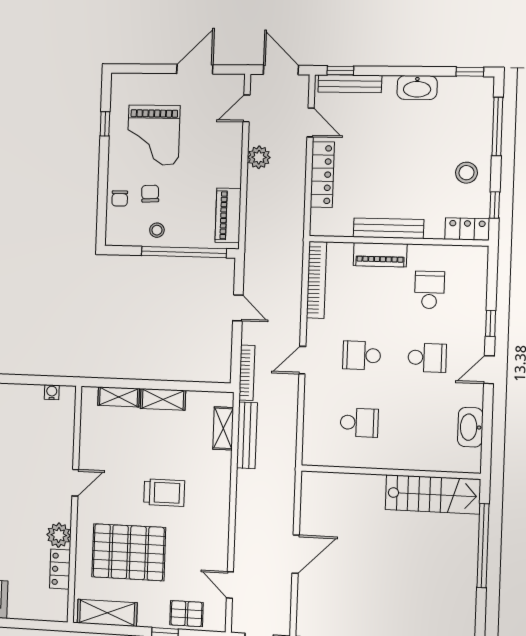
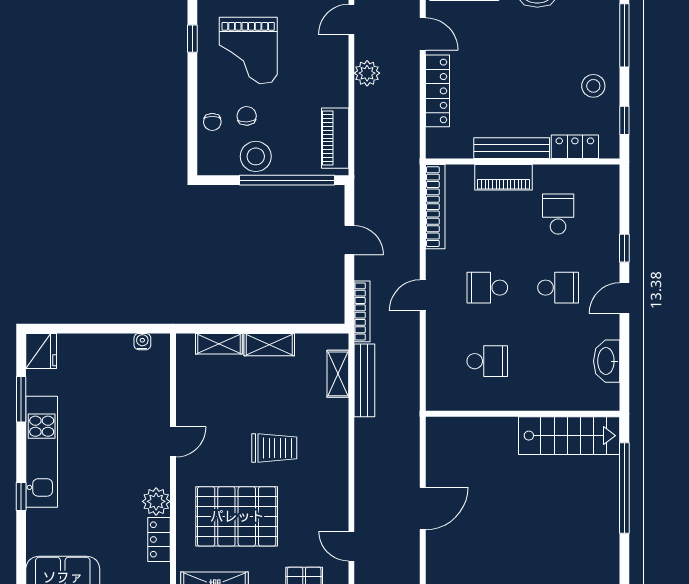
locker: (467, 229) -> (575, 147), moved
stool: (157, 230) -> (256, 156), width x1.89, depth x1.89

